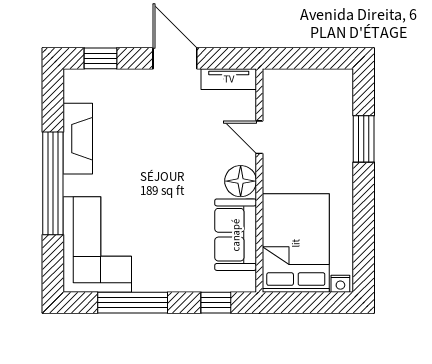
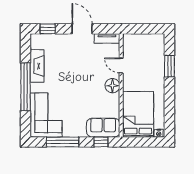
sofa: (236, 235) -> (103, 128), moved, turned 90

